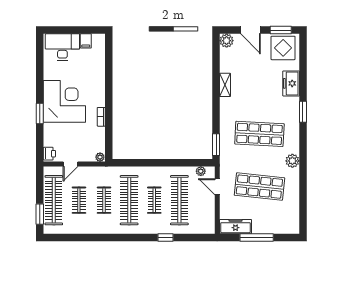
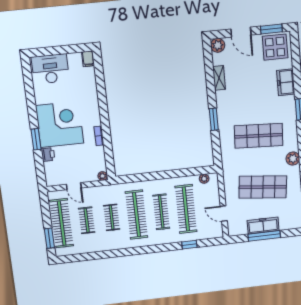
filing cabinet: (86, 41) -> (88, 59), moved
shelving: (225, 85) -> (219, 78), moved
window: (216, 145) -> (214, 119), moved
printer: (49, 154) -> (48, 154), moved
door: (71, 164) -> (74, 186), hinge flipped
door: (217, 187) -> (224, 214), moved
clothes rail: (154, 200) -> (161, 212), width x1.36
freezer: (235, 227) -> (263, 226), moved
window: (165, 238) -> (189, 245), moved

